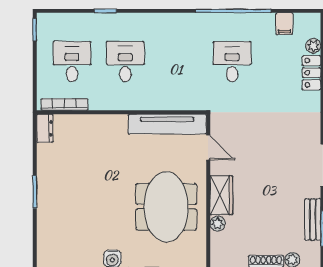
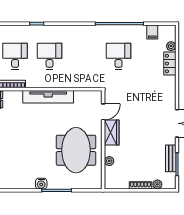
tv unit: (167, 124) -> (48, 97), moved
door: (208, 148) -> (103, 112), hinge flipped
wardrobe: (221, 195) -> (112, 133), moved

